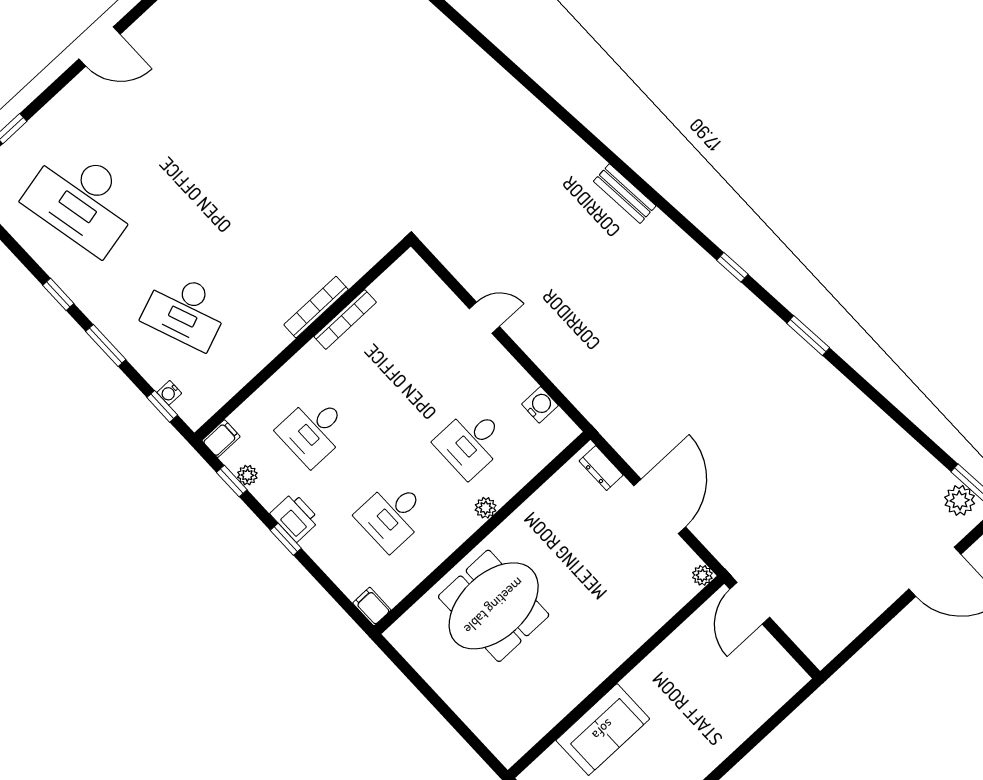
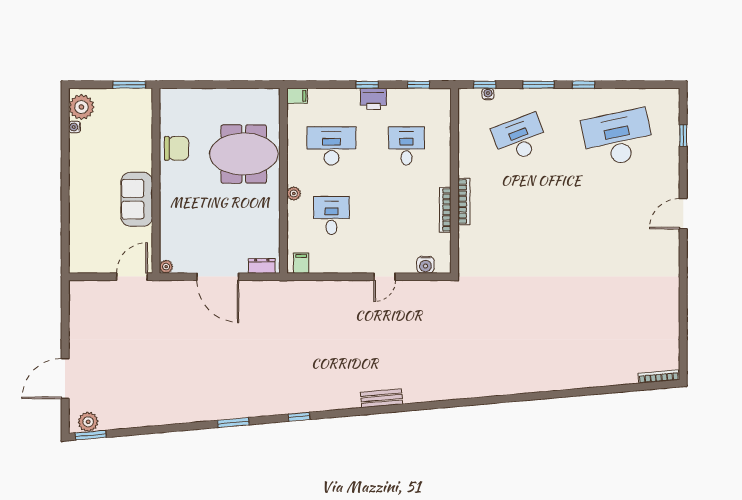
water cooler: (540, 405) -> (425, 265), moved
filing cabinet: (221, 439) -> (301, 263), moved, turned 180
plant: (247, 475) -> (414, 95), removed
desk: (392, 515) -> (331, 146), width x1.37
door: (750, 603) -> (132, 277), hinge flipped
meeting table: (494, 606) -> (244, 154), turned 90
chair: (558, 688) -> (176, 148), added
sofa: (603, 730) -> (137, 199), moved

